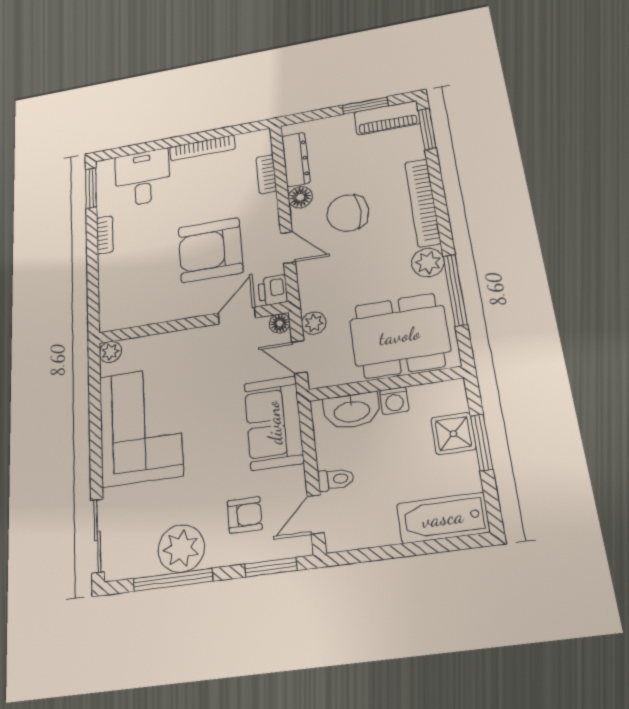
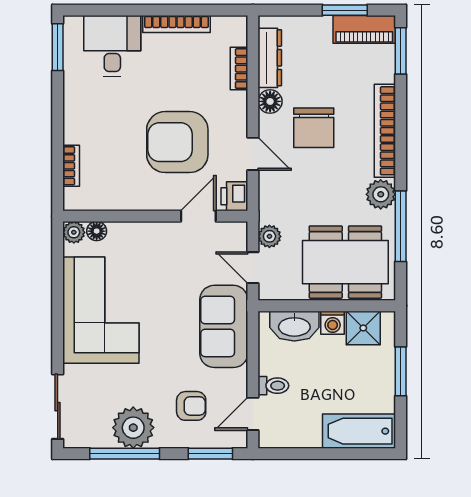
chair: (348, 213) -> (314, 128), turned -90
bookcase: (105, 235) -> (71, 166), moved
floor lamp: (280, 323) -> (97, 231), moved
shower: (453, 434) -> (363, 328), moved

